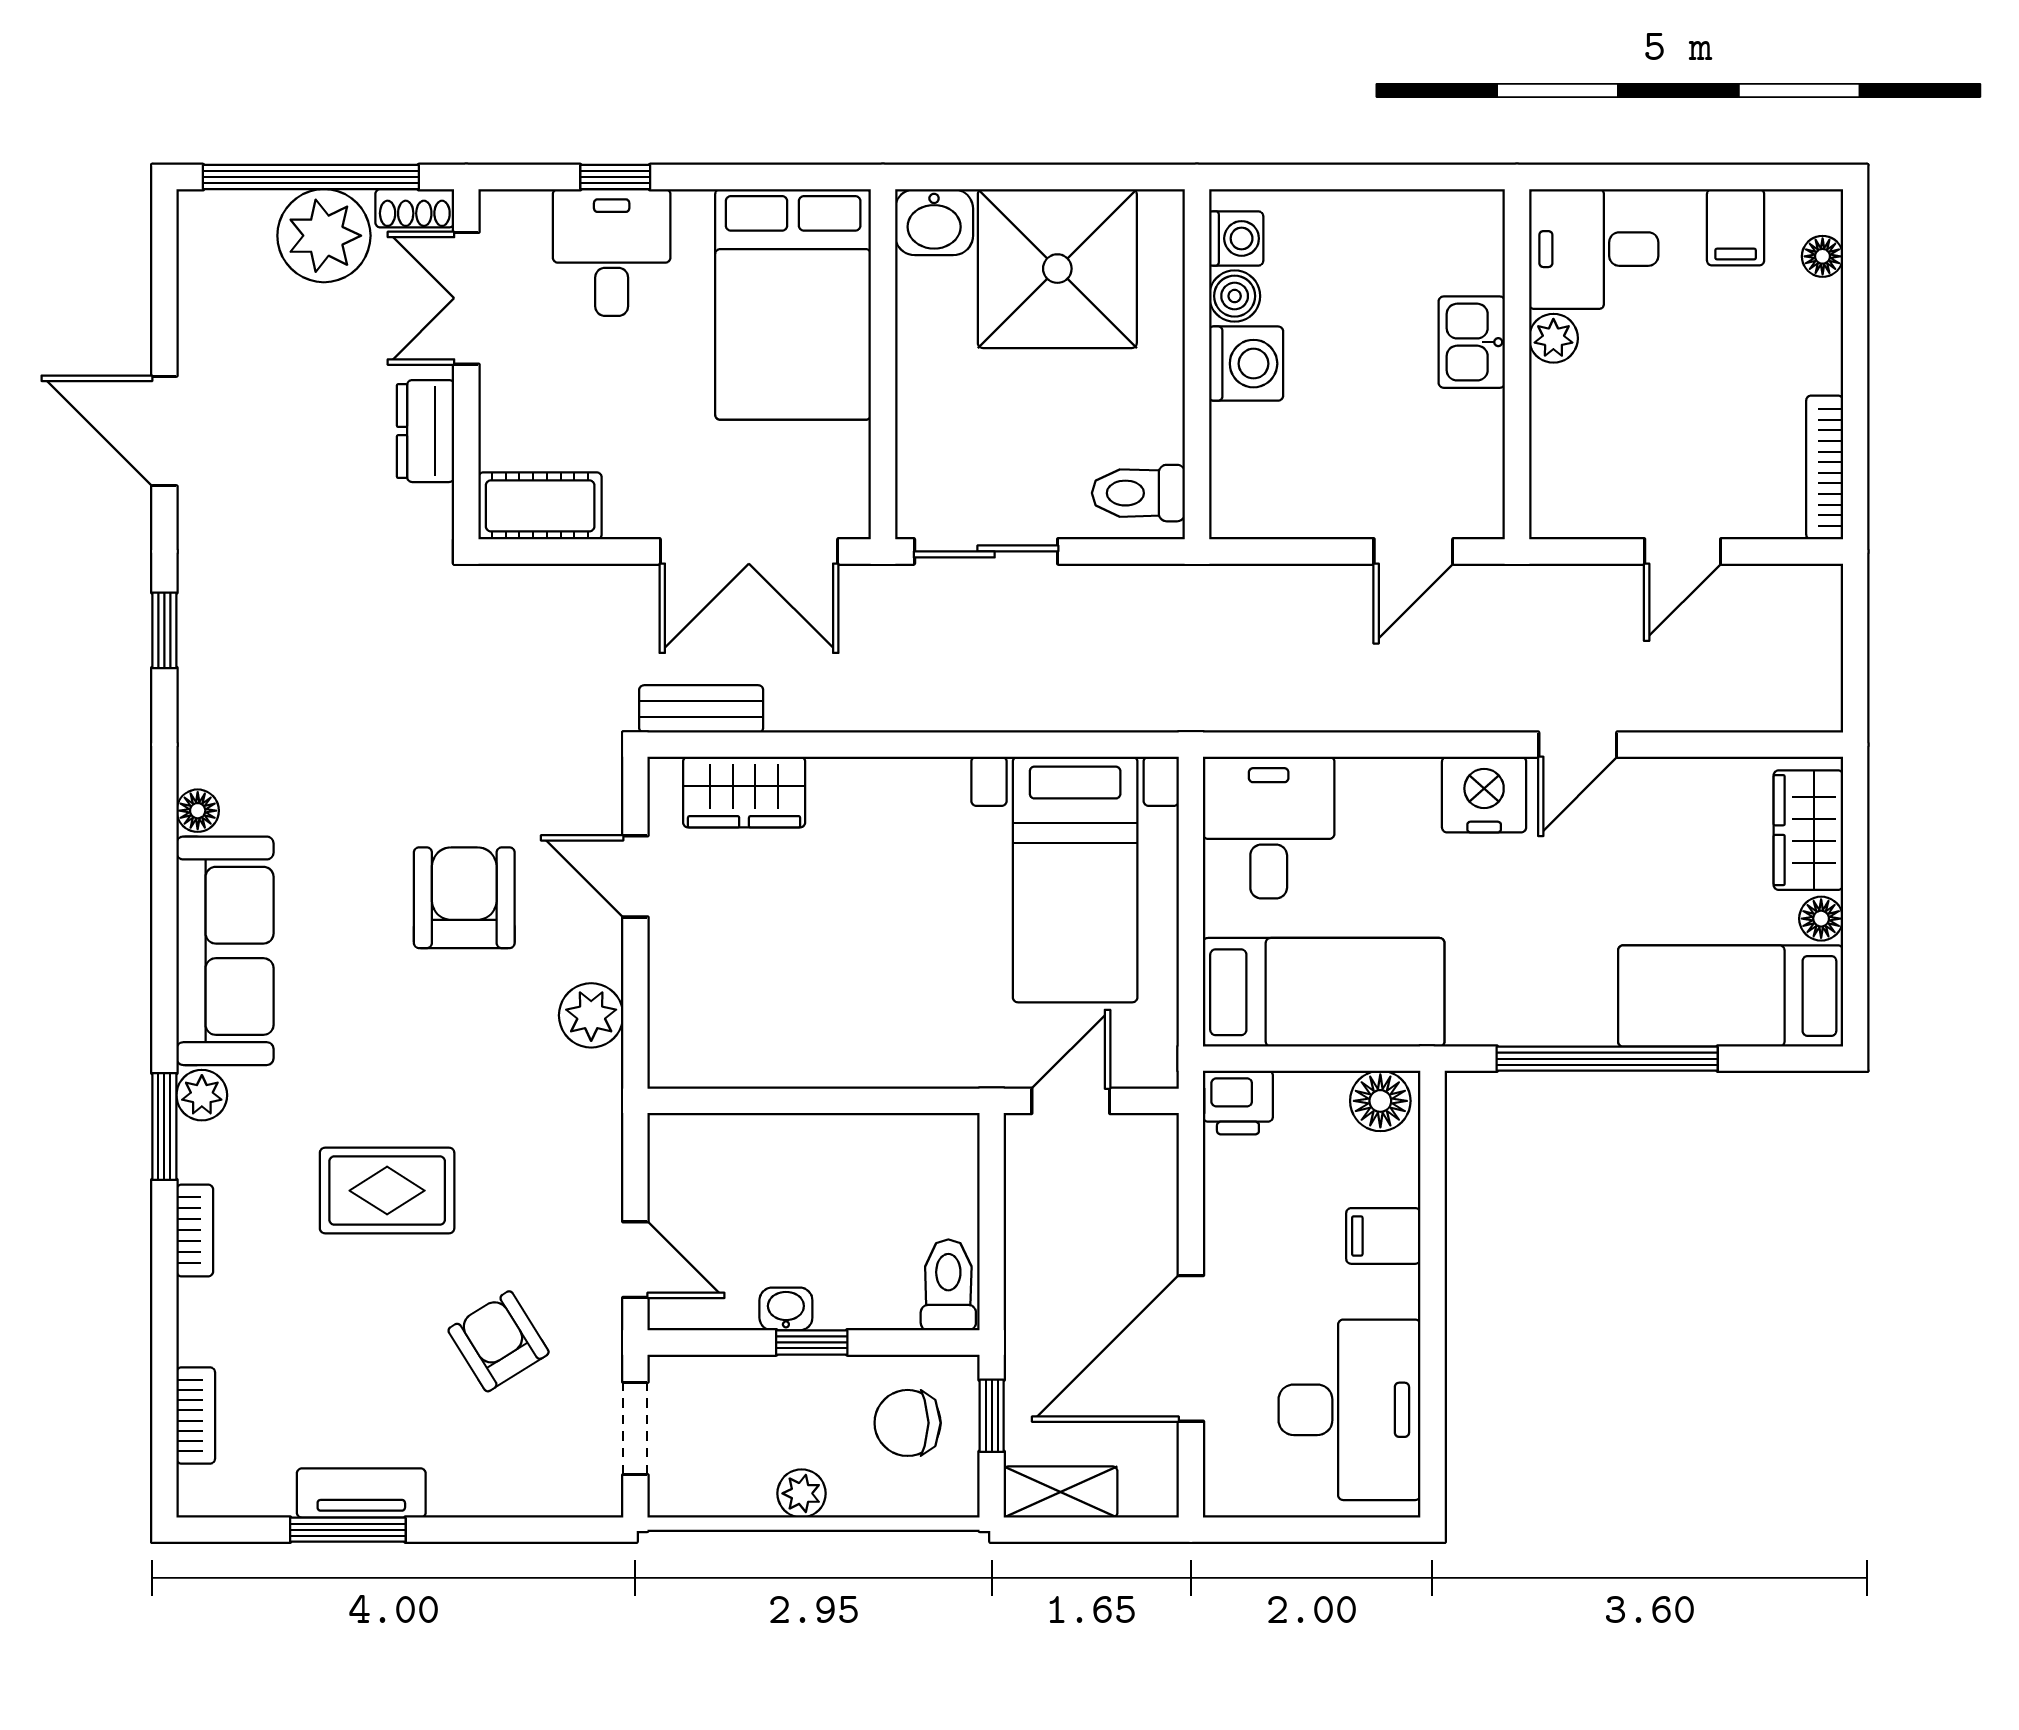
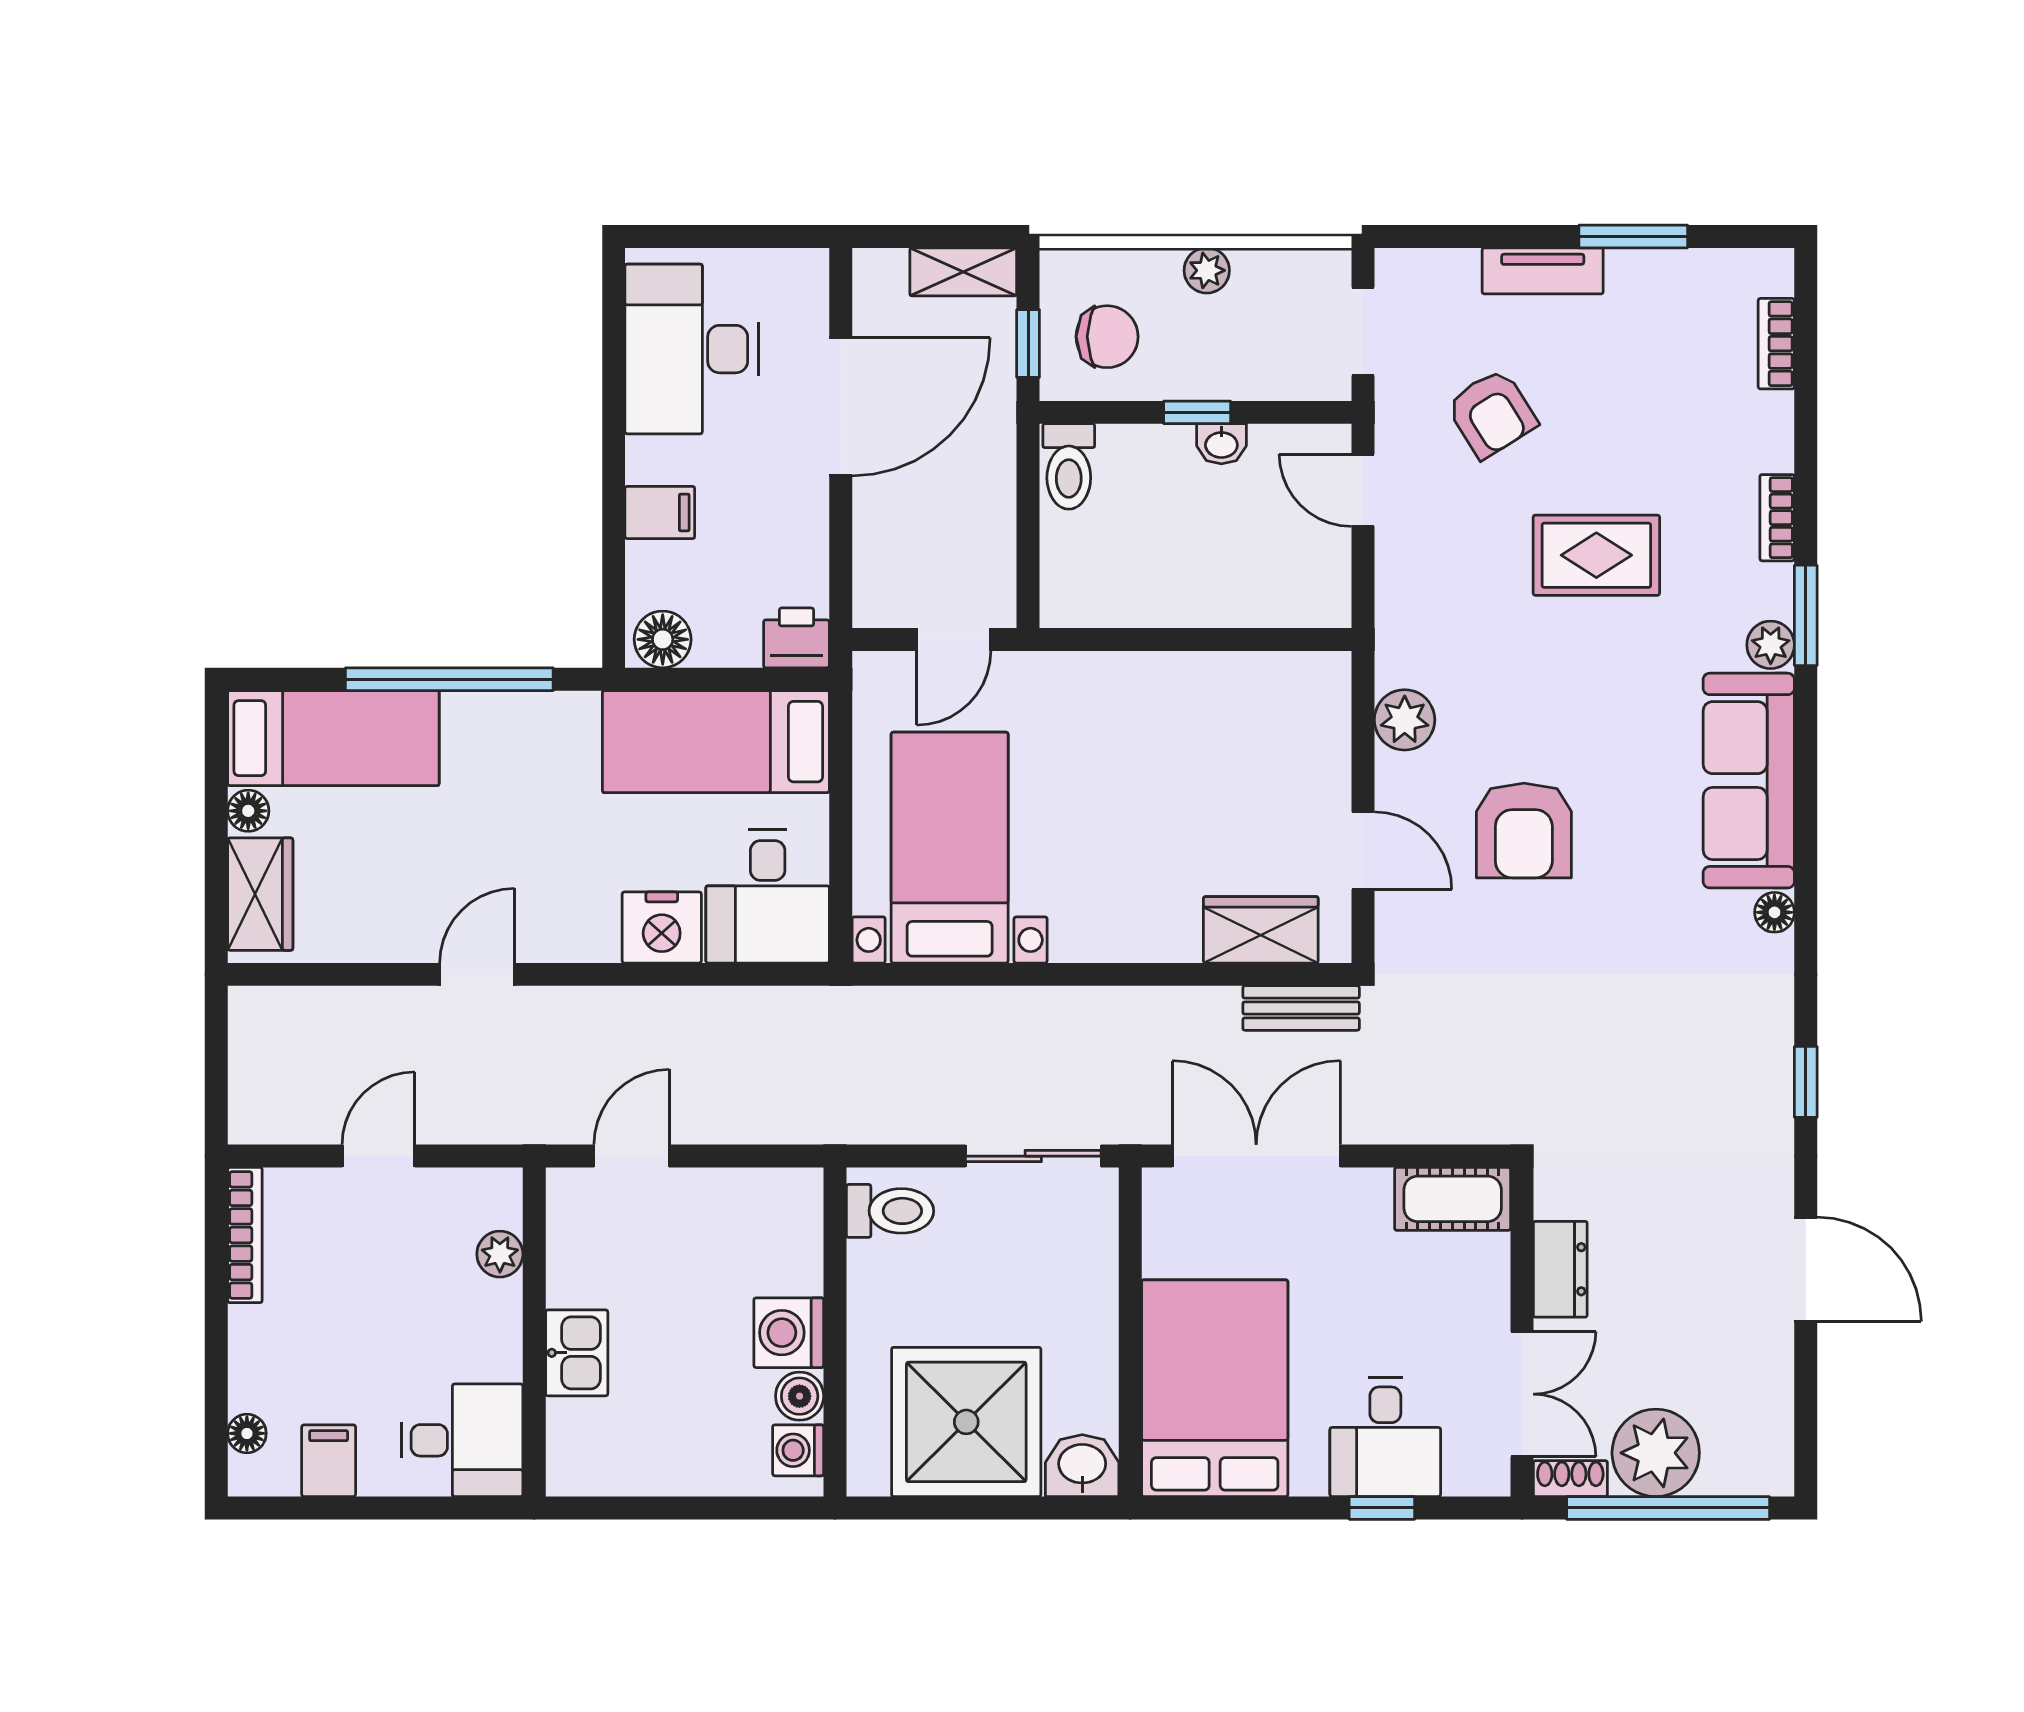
plant: (1553, 338) -> (500, 1254), moved
nightstand: (1484, 795) -> (662, 927), moved
tv unit: (361, 1493) -> (1543, 271), moved

